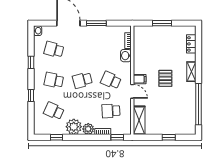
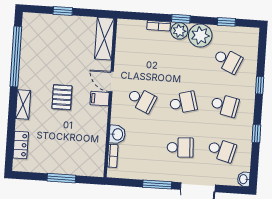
school desk: (111, 111) -> (180, 147), moved
window: (117, 137) -> (181, 19), moved

